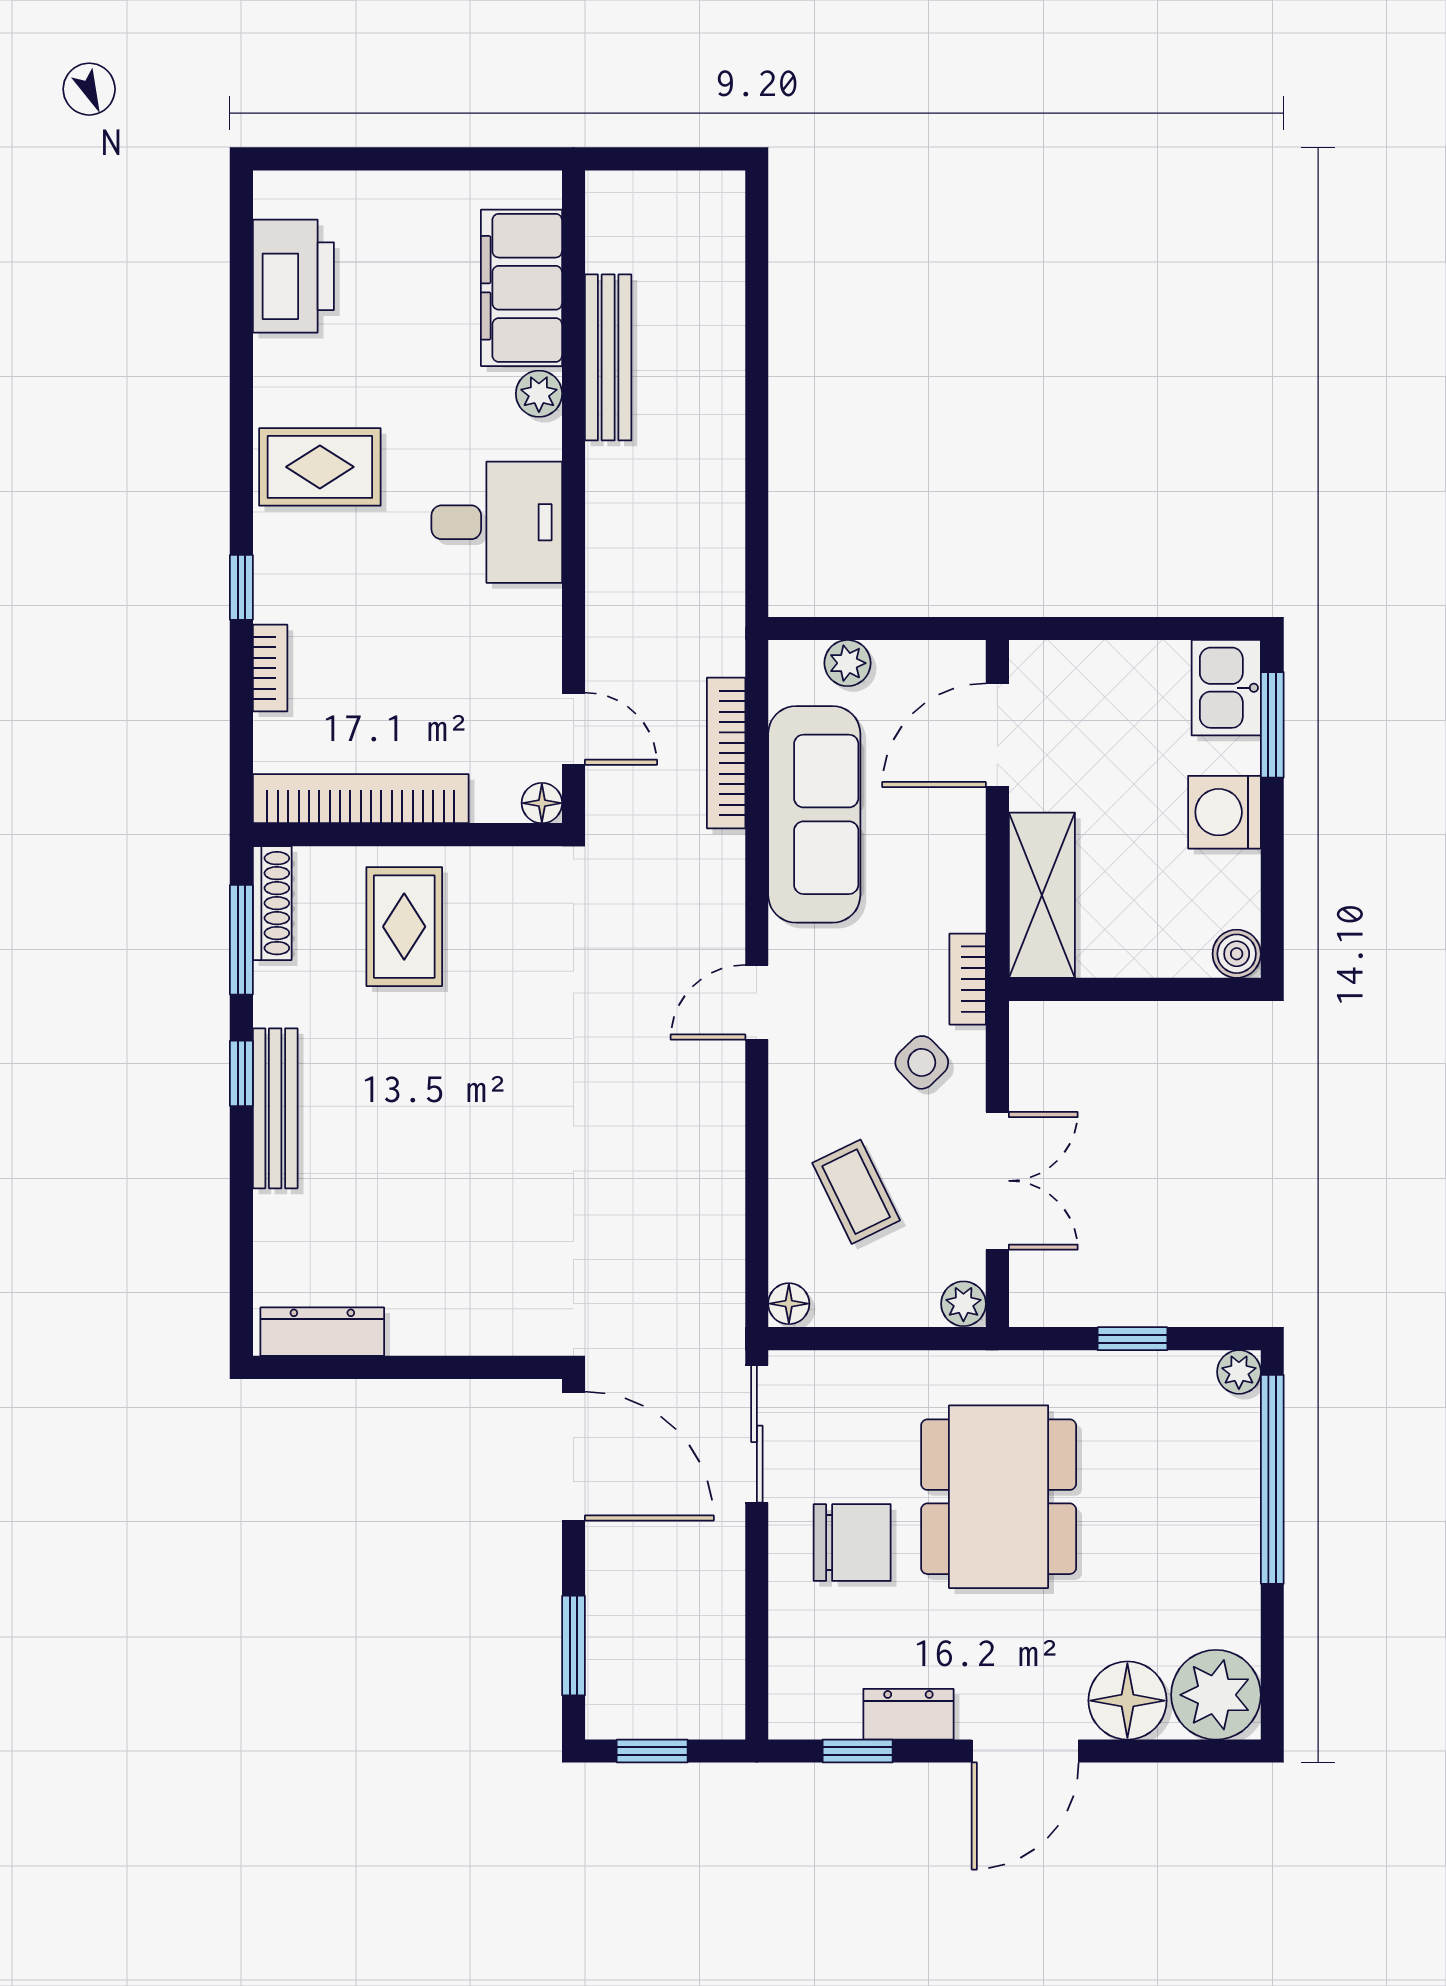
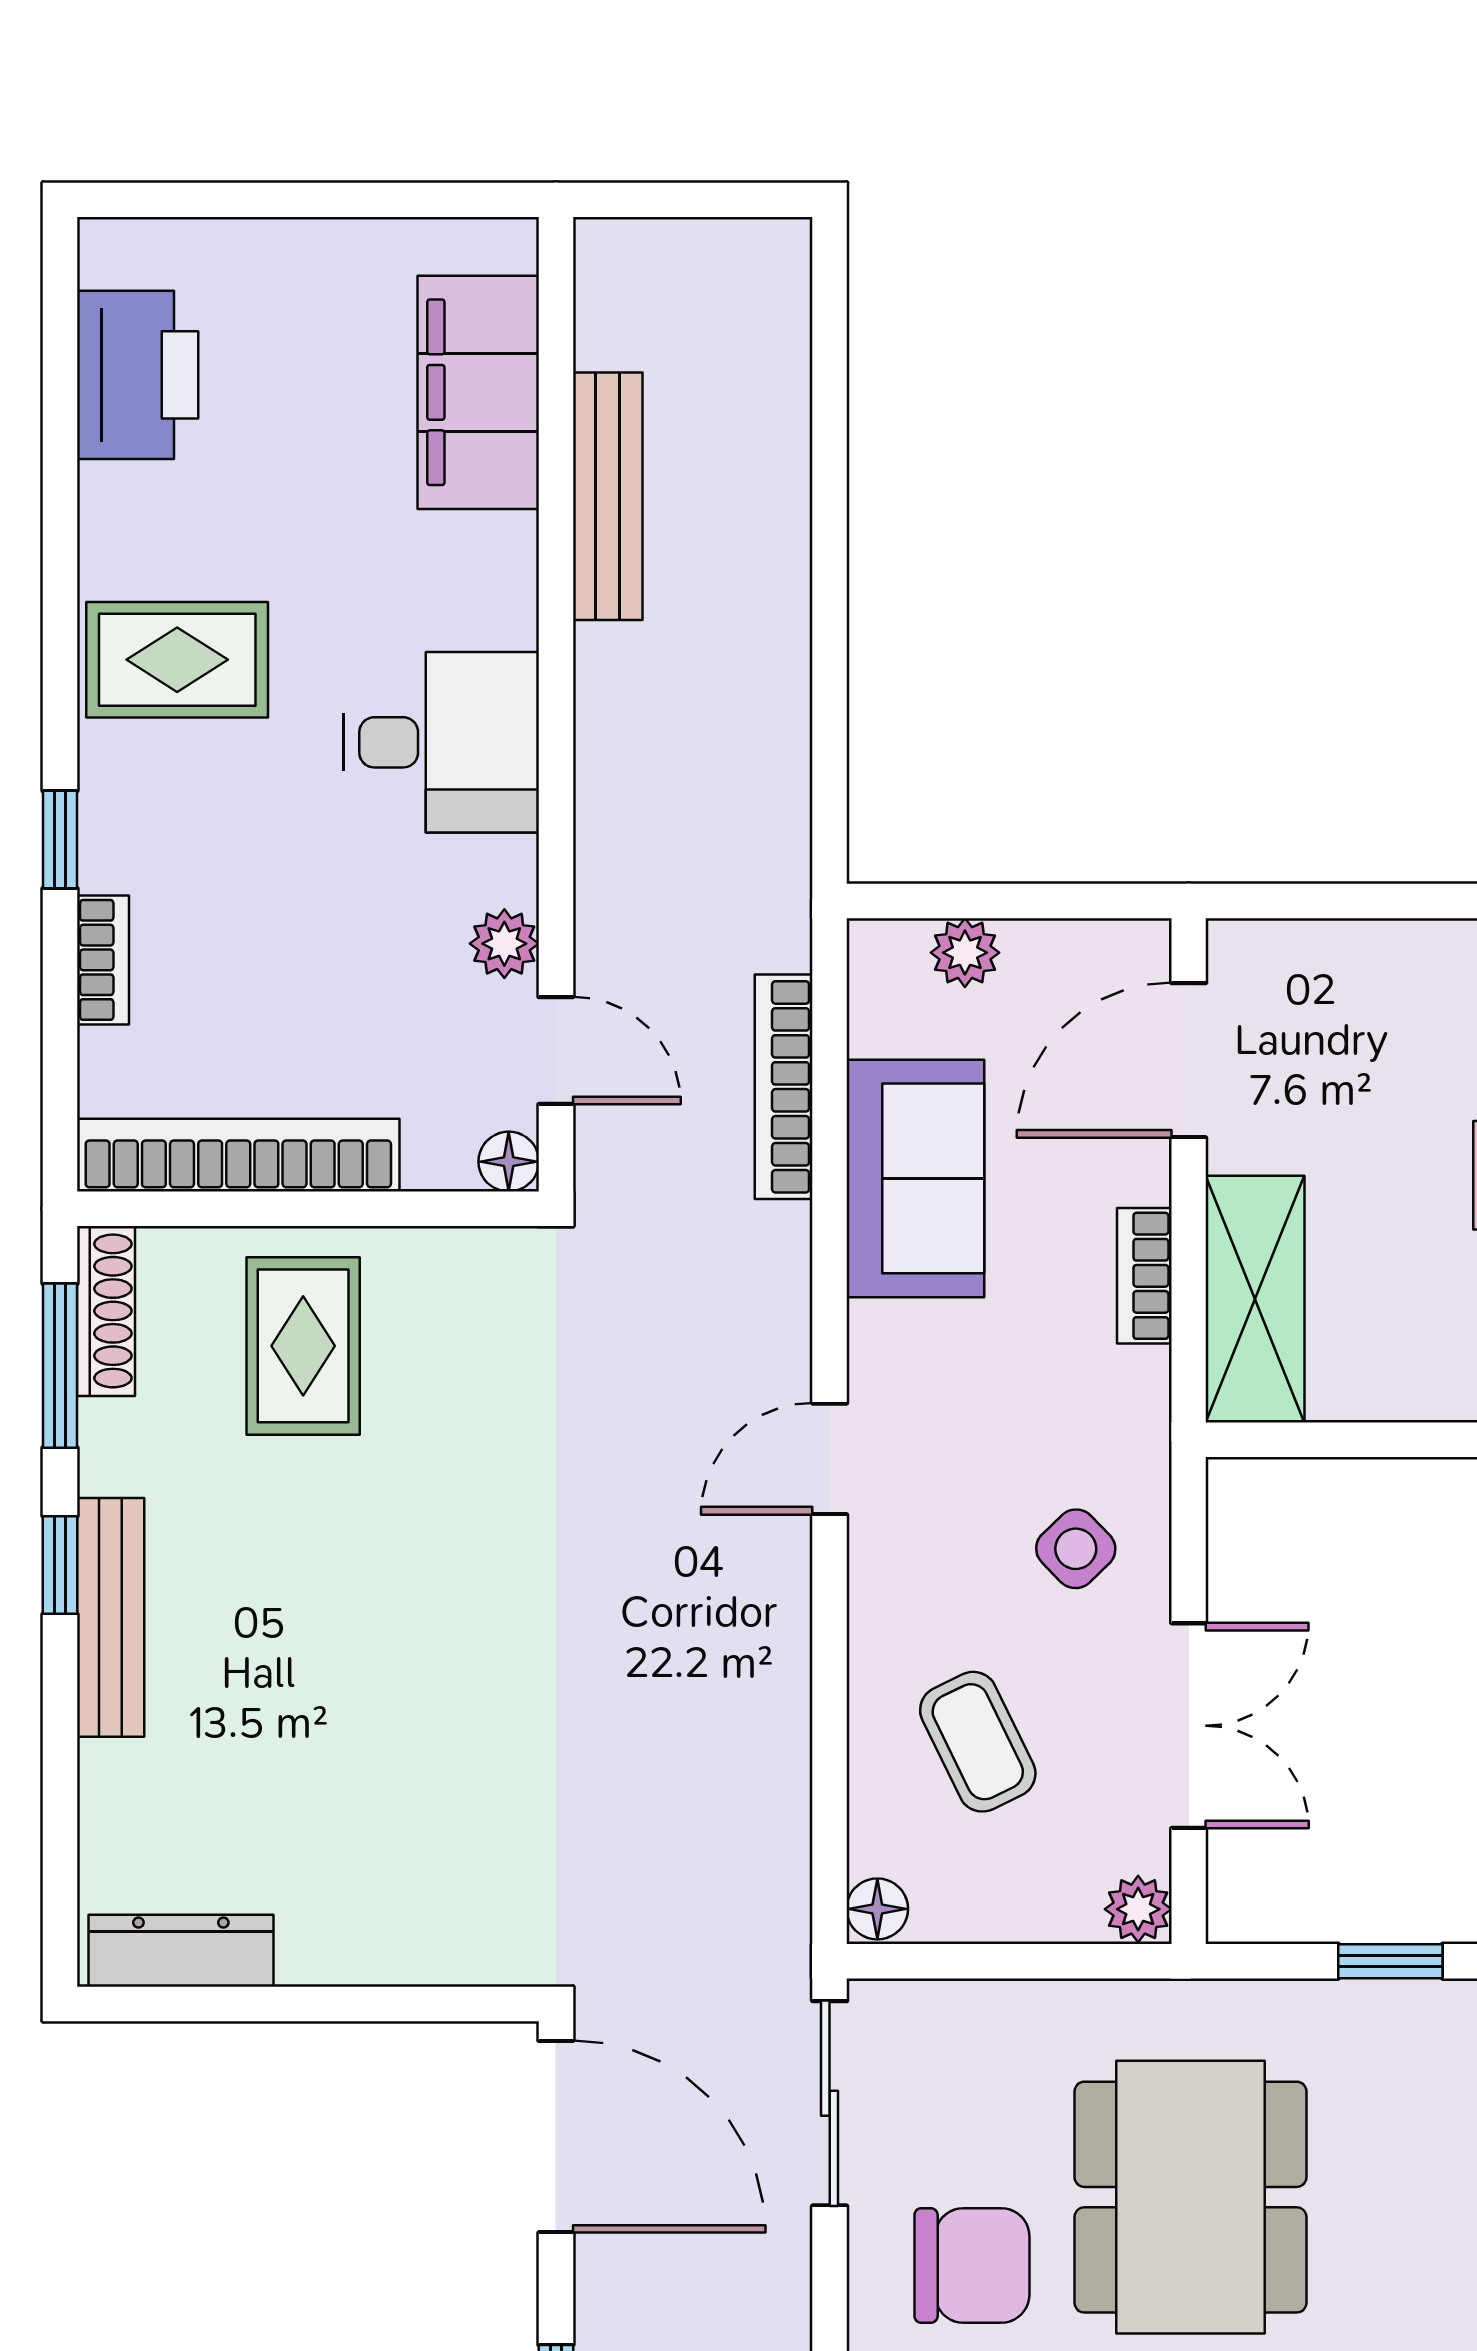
plant: (539, 394) -> (504, 944), moved
sofa: (814, 814) -> (915, 1178), width x0.73
bookcase: (968, 979) -> (1144, 1276), moved

